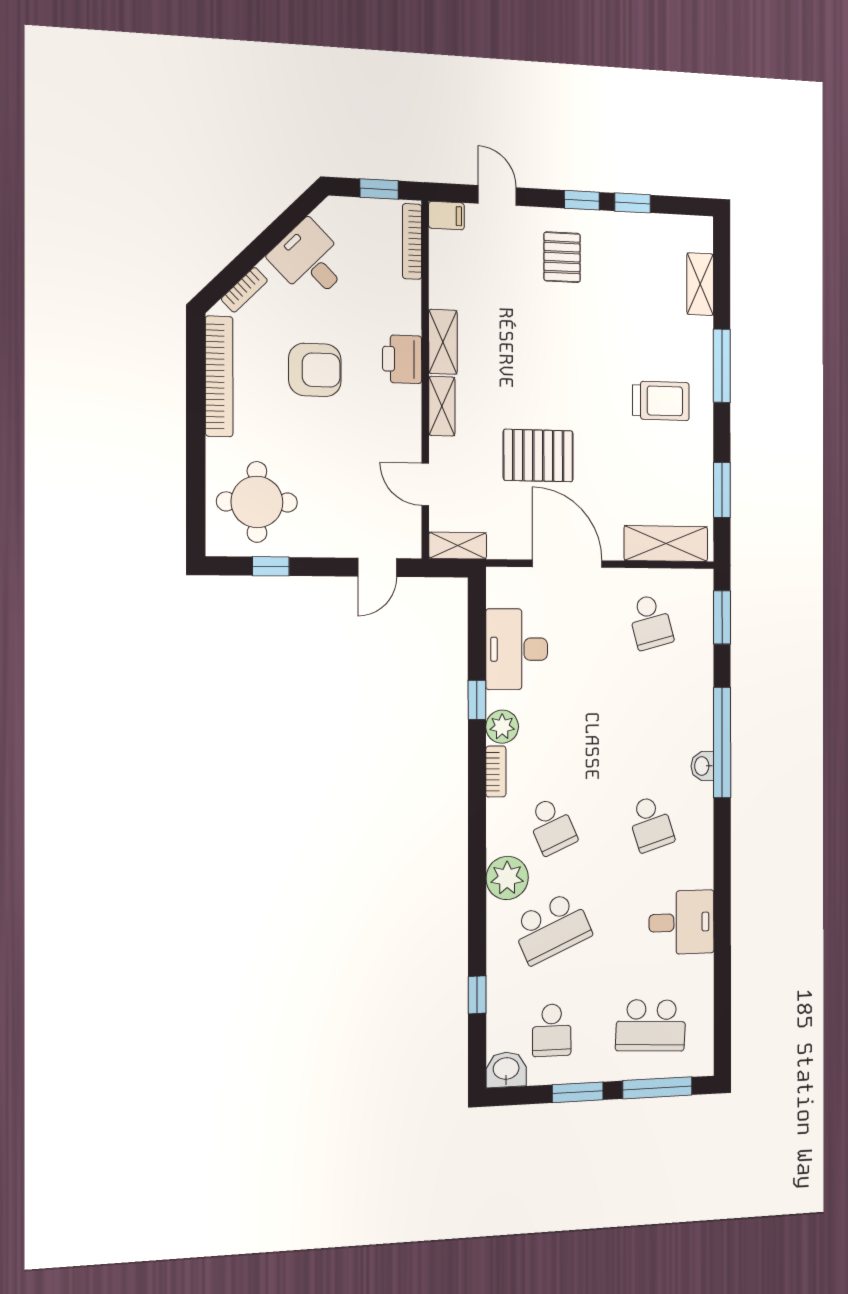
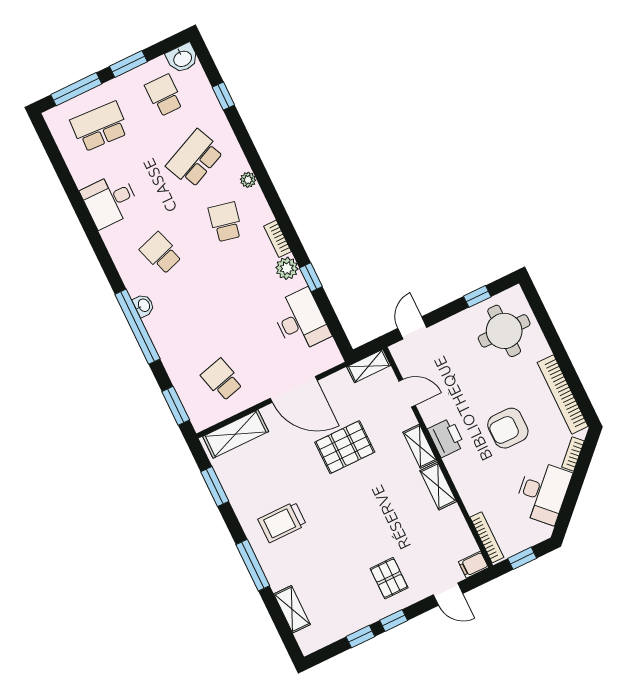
desk: (310, 260) -> (543, 492), width x1.37
printer: (402, 359) -> (446, 438), moved
school desk: (552, 826) -> (225, 222), turned 36
plant: (507, 878) -> (248, 180), width x0.53, depth x0.53

